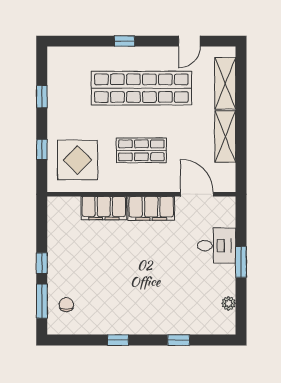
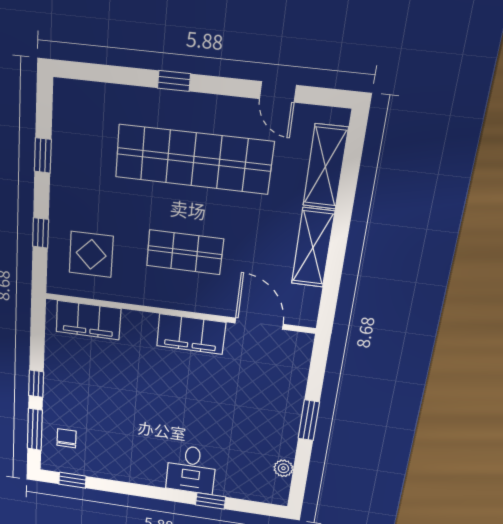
door: (189, 41) -> (278, 92), hinge flipped
display table: (78, 160) -> (91, 254), width x0.73, depth x0.73
filing cabinet: (104, 208) -> (88, 320), moved
desk: (217, 246) -> (191, 470), moved, turned 90
window: (118, 340) -> (72, 480), moved

